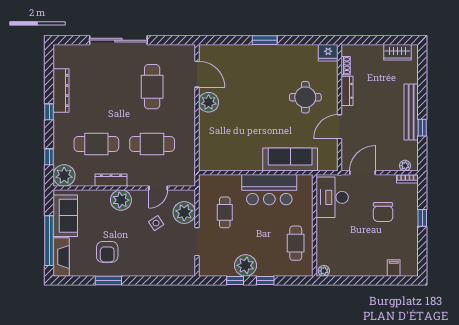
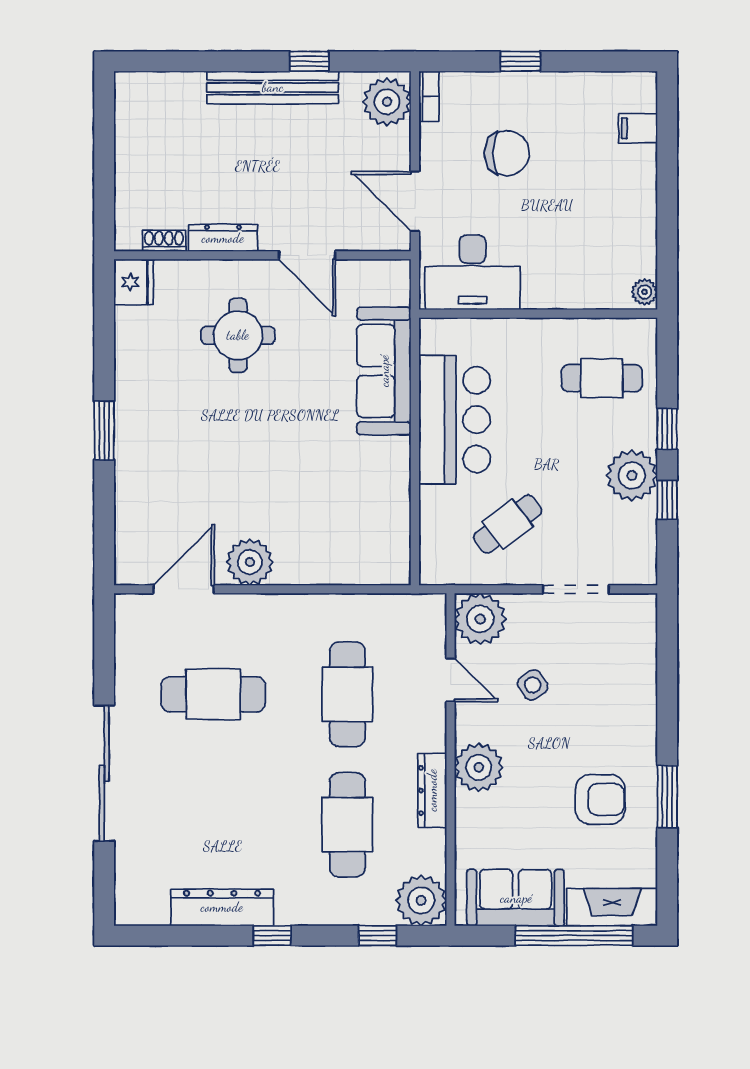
wardrobe: (397, 52) -> (132, 119), removed
plant: (405, 166) -> (387, 102), width x1.87, depth x1.87
cafe table: (225, 212) -> (508, 524), turned -37
plant: (184, 213) -> (480, 619), moved
cafe table: (296, 243) -> (602, 378), moved

